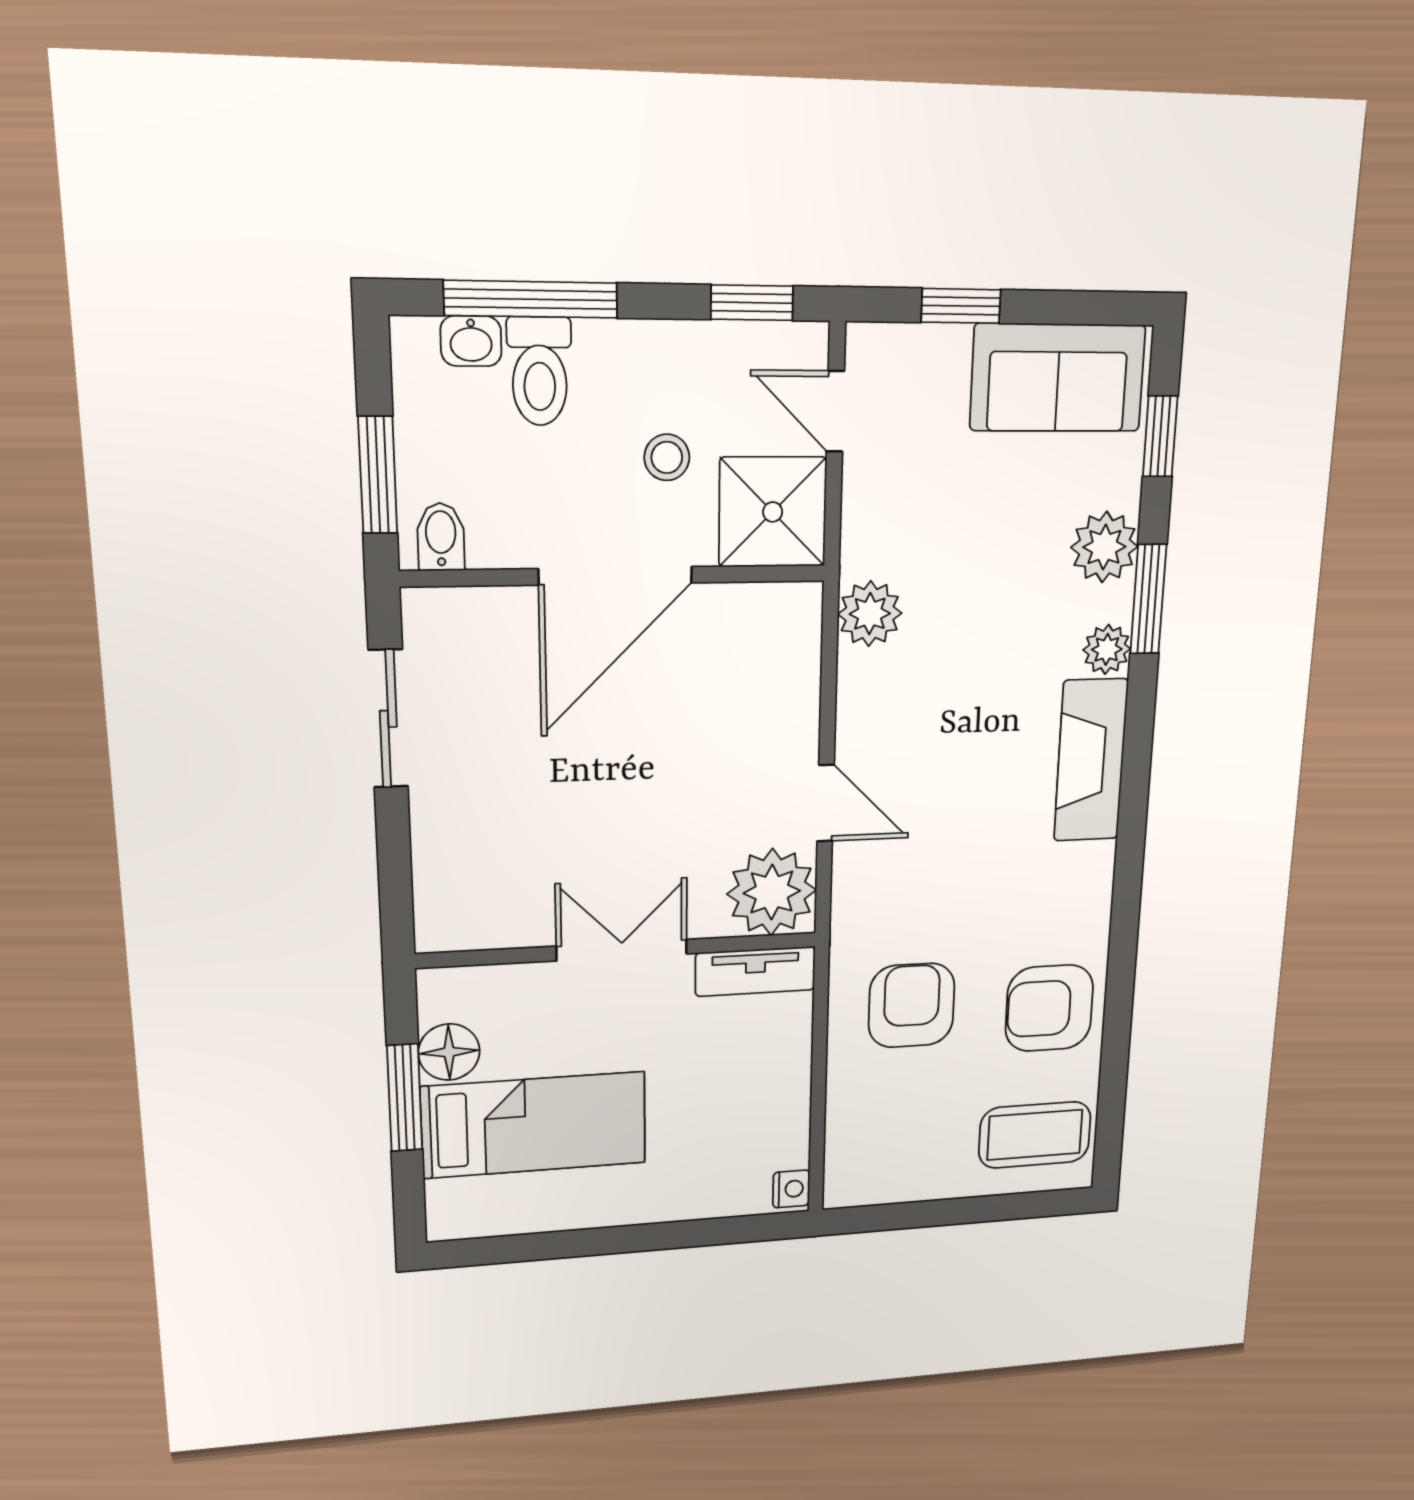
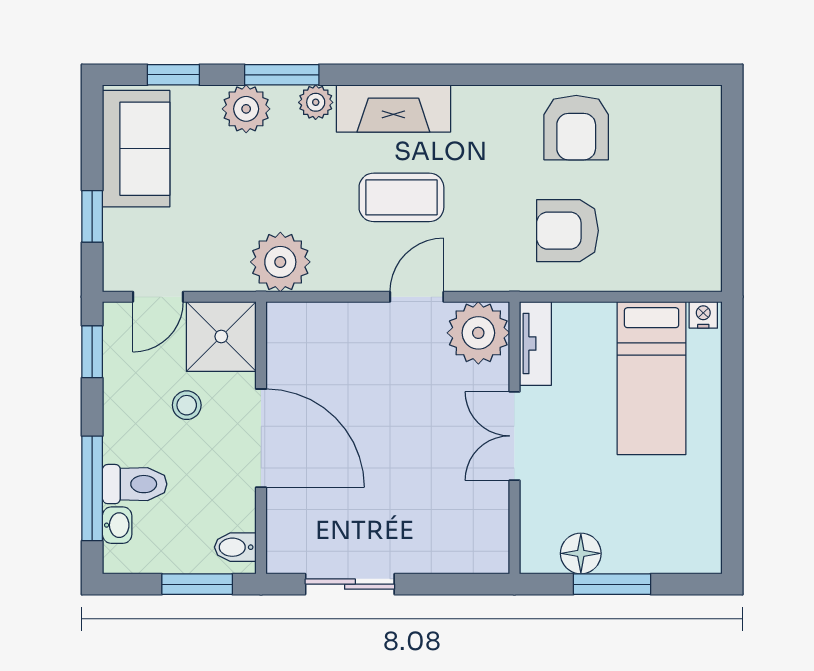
plant: (870, 614) -> (280, 262), width x1.36, depth x1.36
bed: (534, 1125) -> (652, 378), moved, turned 180
coffee table: (1035, 1135) -> (401, 197), moved, turned 90

